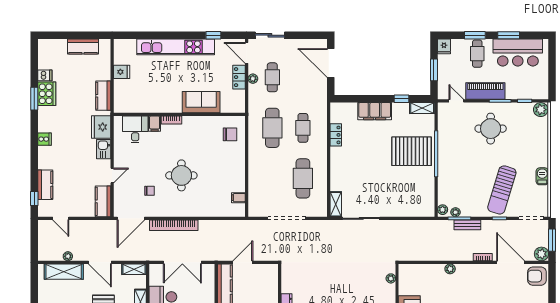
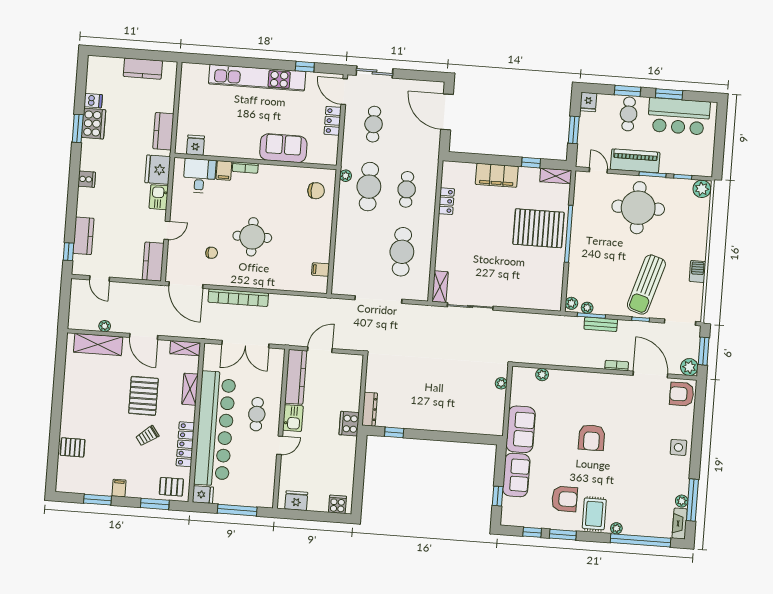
fridge: (122, 72) -> (196, 145), moved, turned -90
plant: (253, 79) -> (346, 176), moved
round table: (491, 129) -> (638, 208), width x1.36, depth x1.36
door: (131, 218) -> (186, 285), hinge flipped
plant: (450, 269) -> (542, 375), moved

